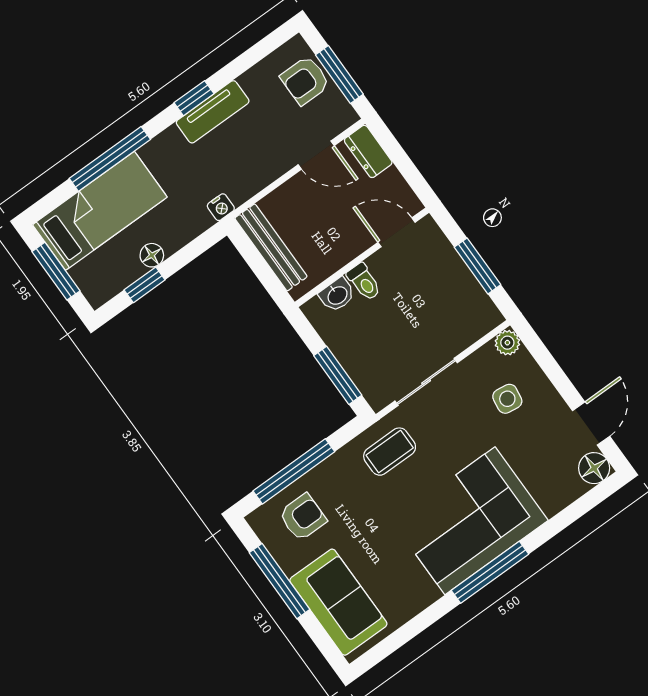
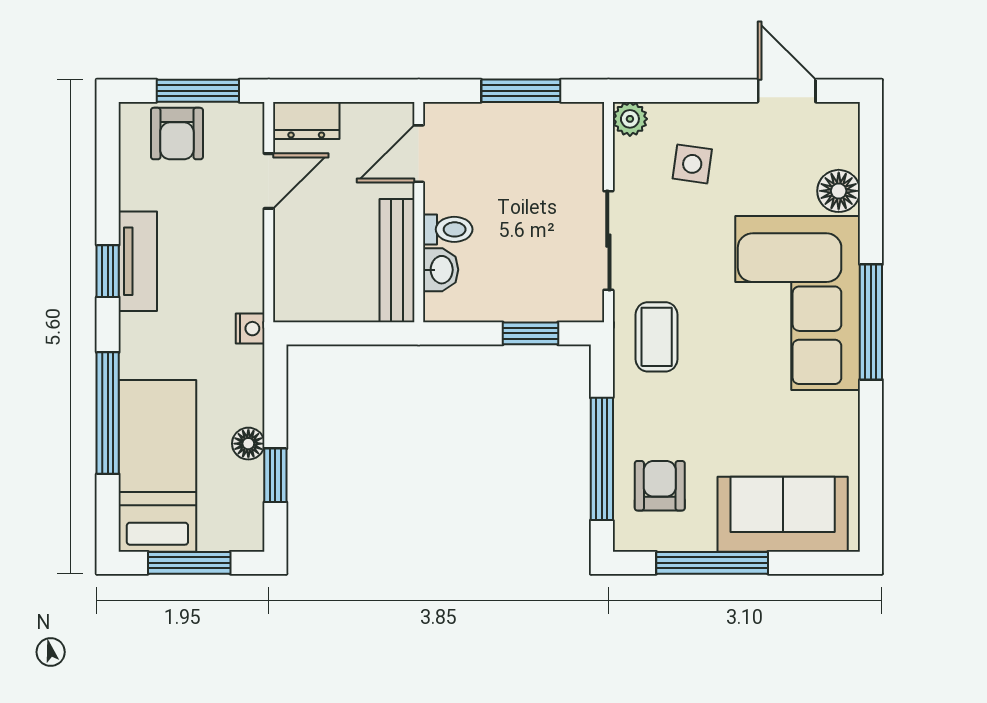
bench: (271, 247) -> (397, 261), moved, turned 90
window: (338, 375) -> (530, 333), width x0.67
floor lamp: (594, 468) -> (839, 191), moved

